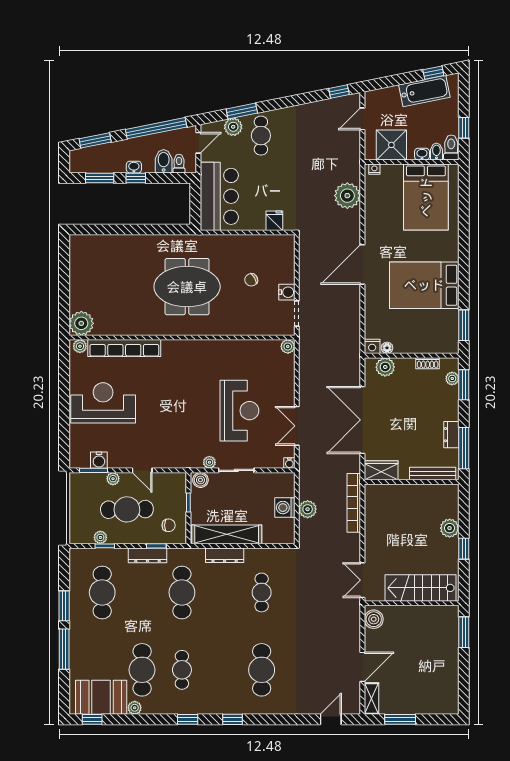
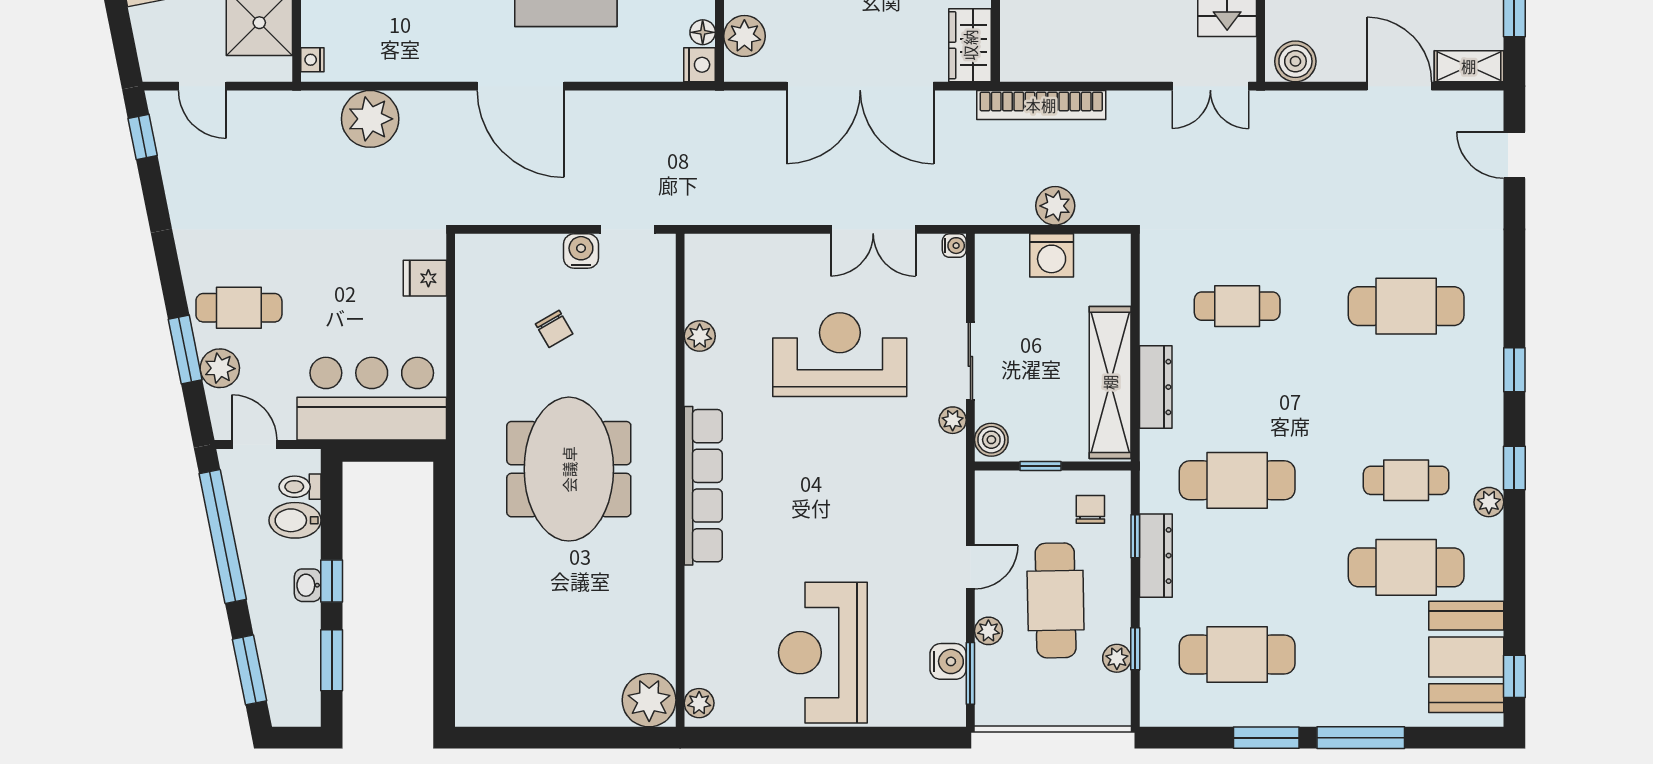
plant: (288, 346) -> (700, 336), moved
row of seats: (124, 348) -> (703, 486), moved
plant: (135, 708) -> (1489, 502), moved

